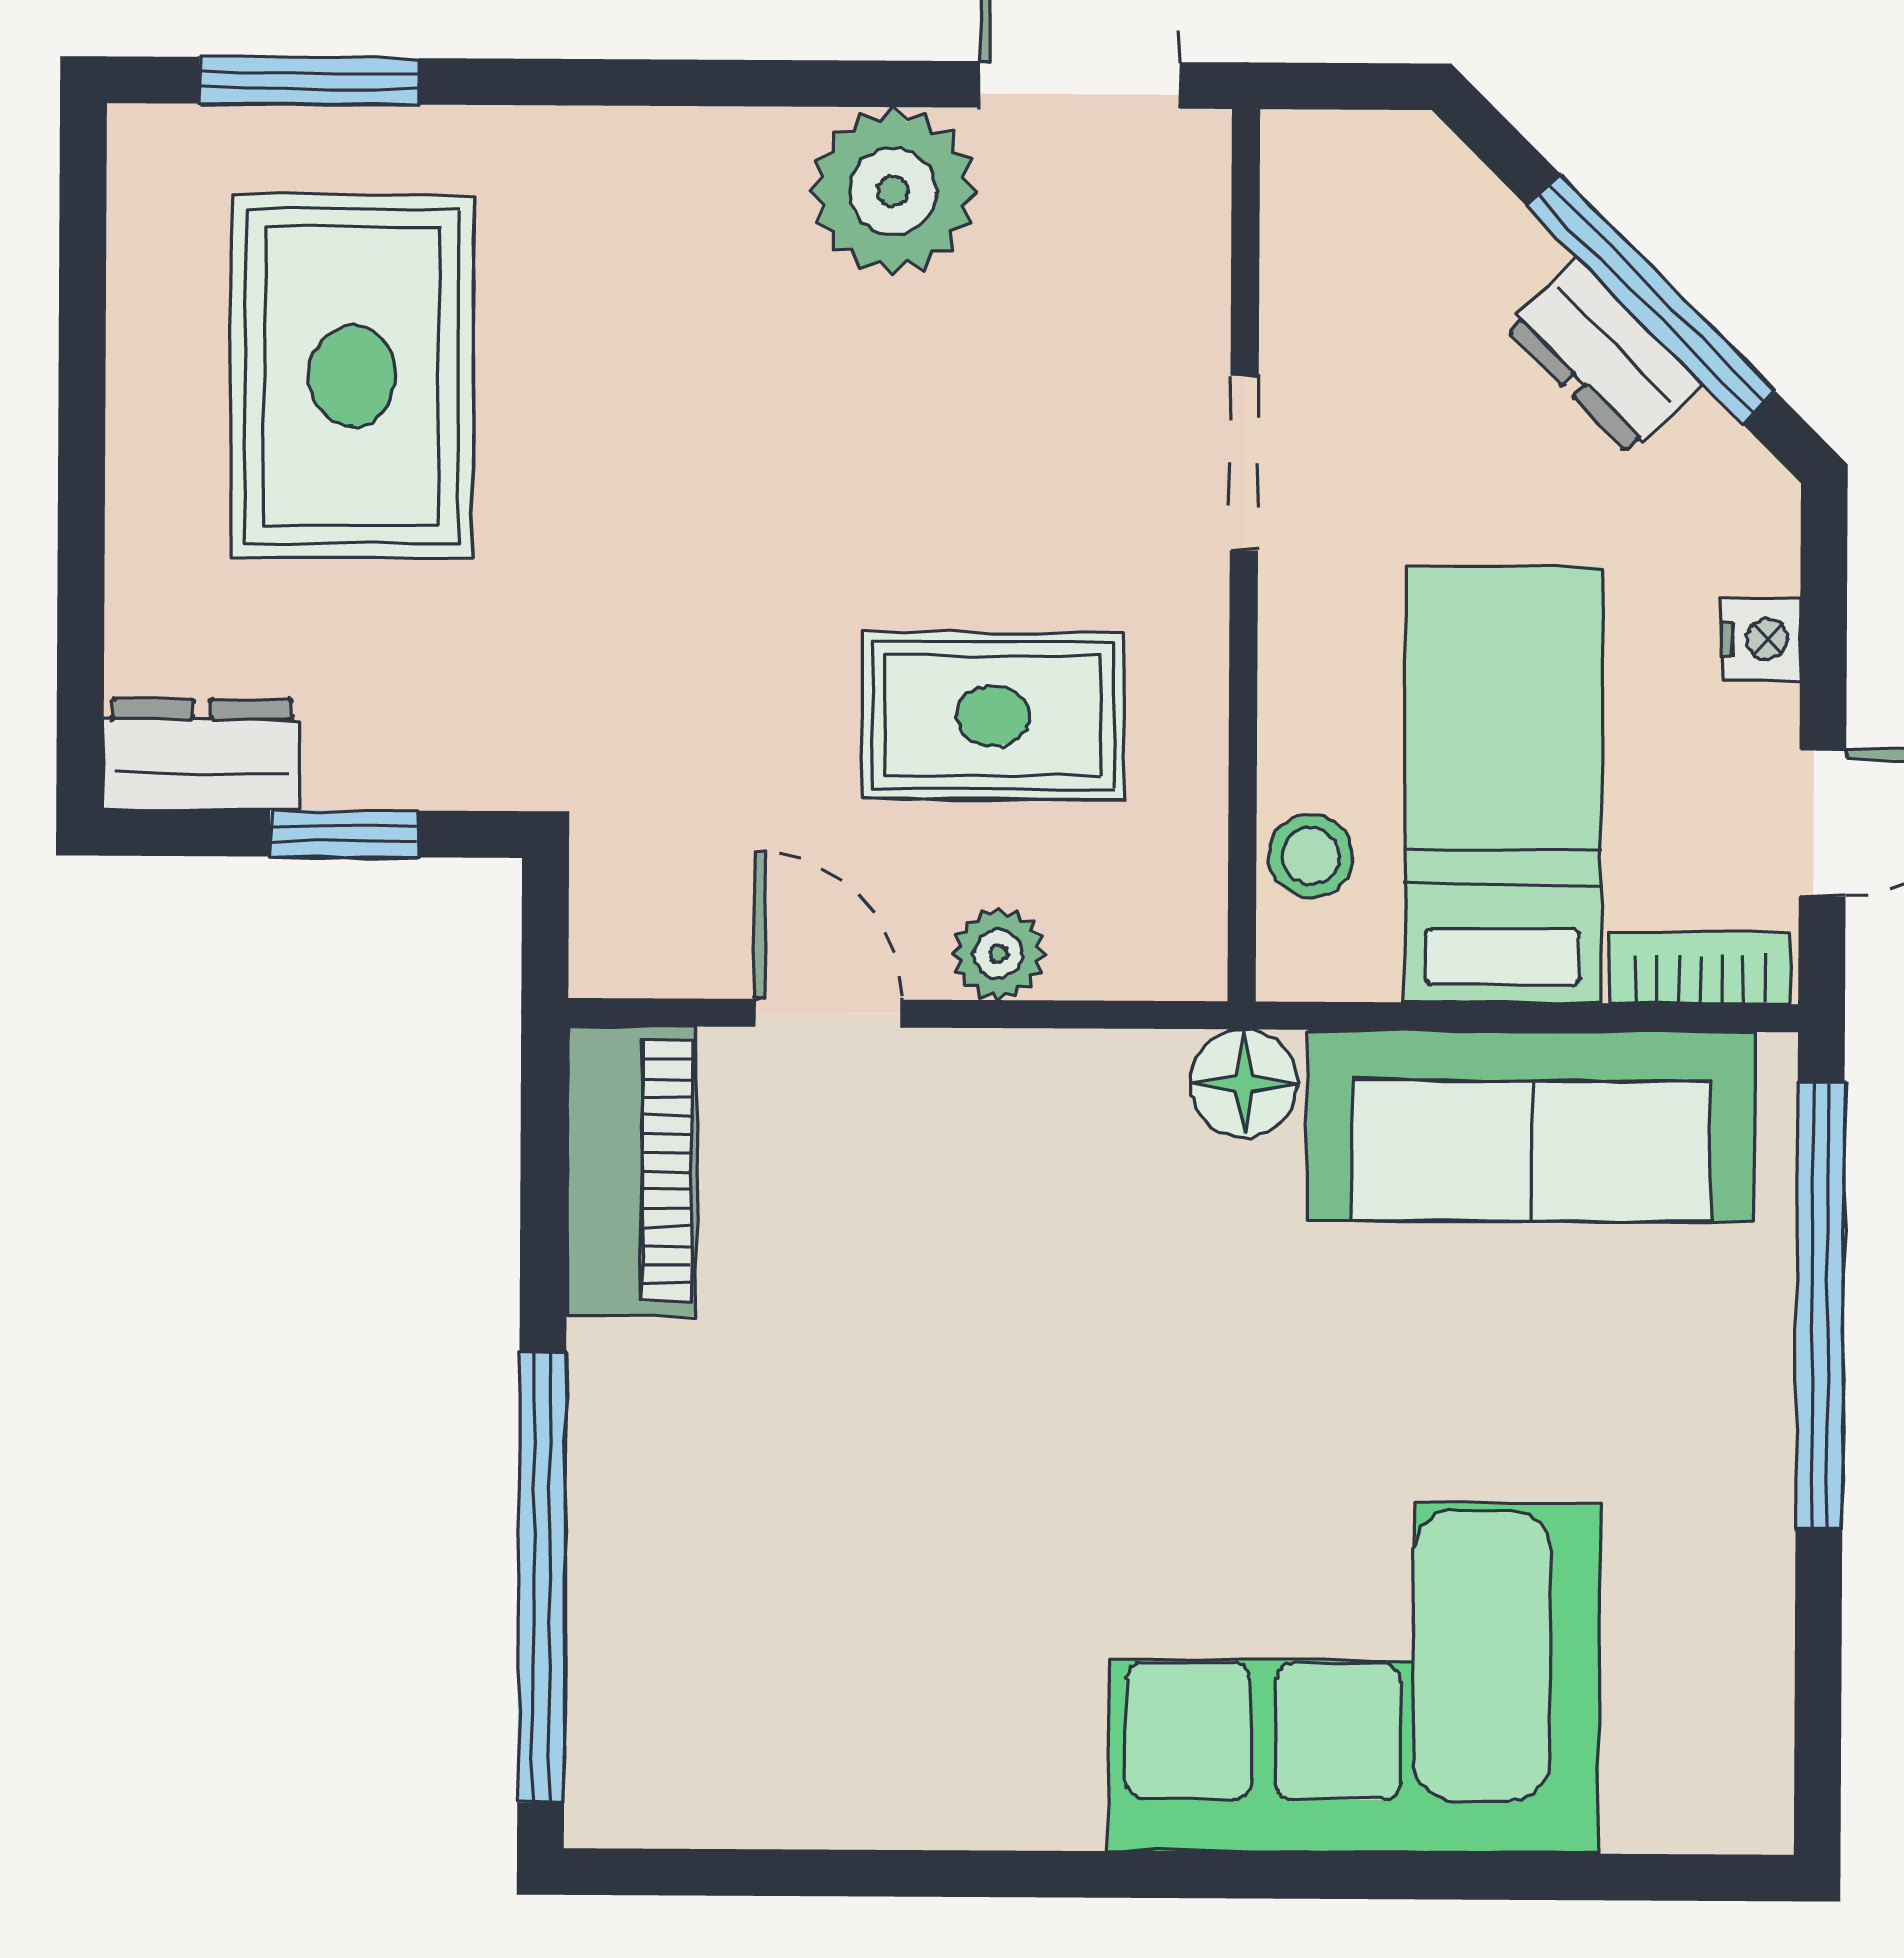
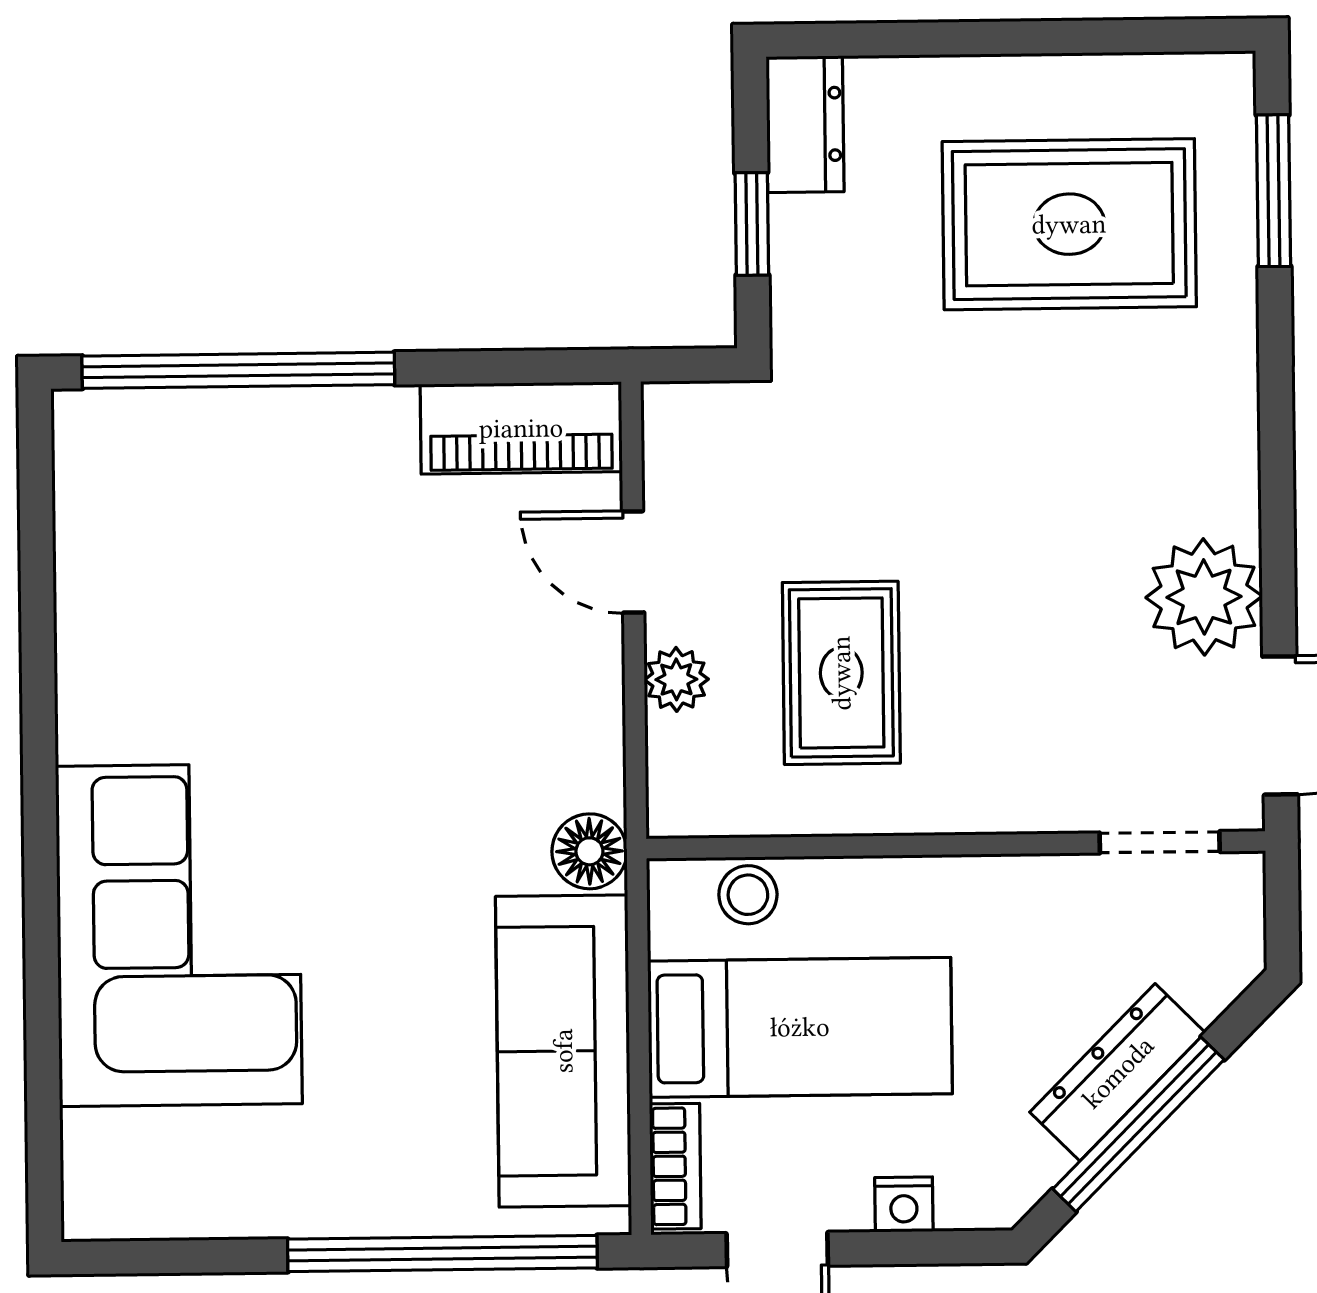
dresser: (1604, 356) -> (1118, 1072), width x1.44
doorway: (1244, 463) -> (1160, 842), moved
door: (828, 1013) -> (633, 562), swing flipped

